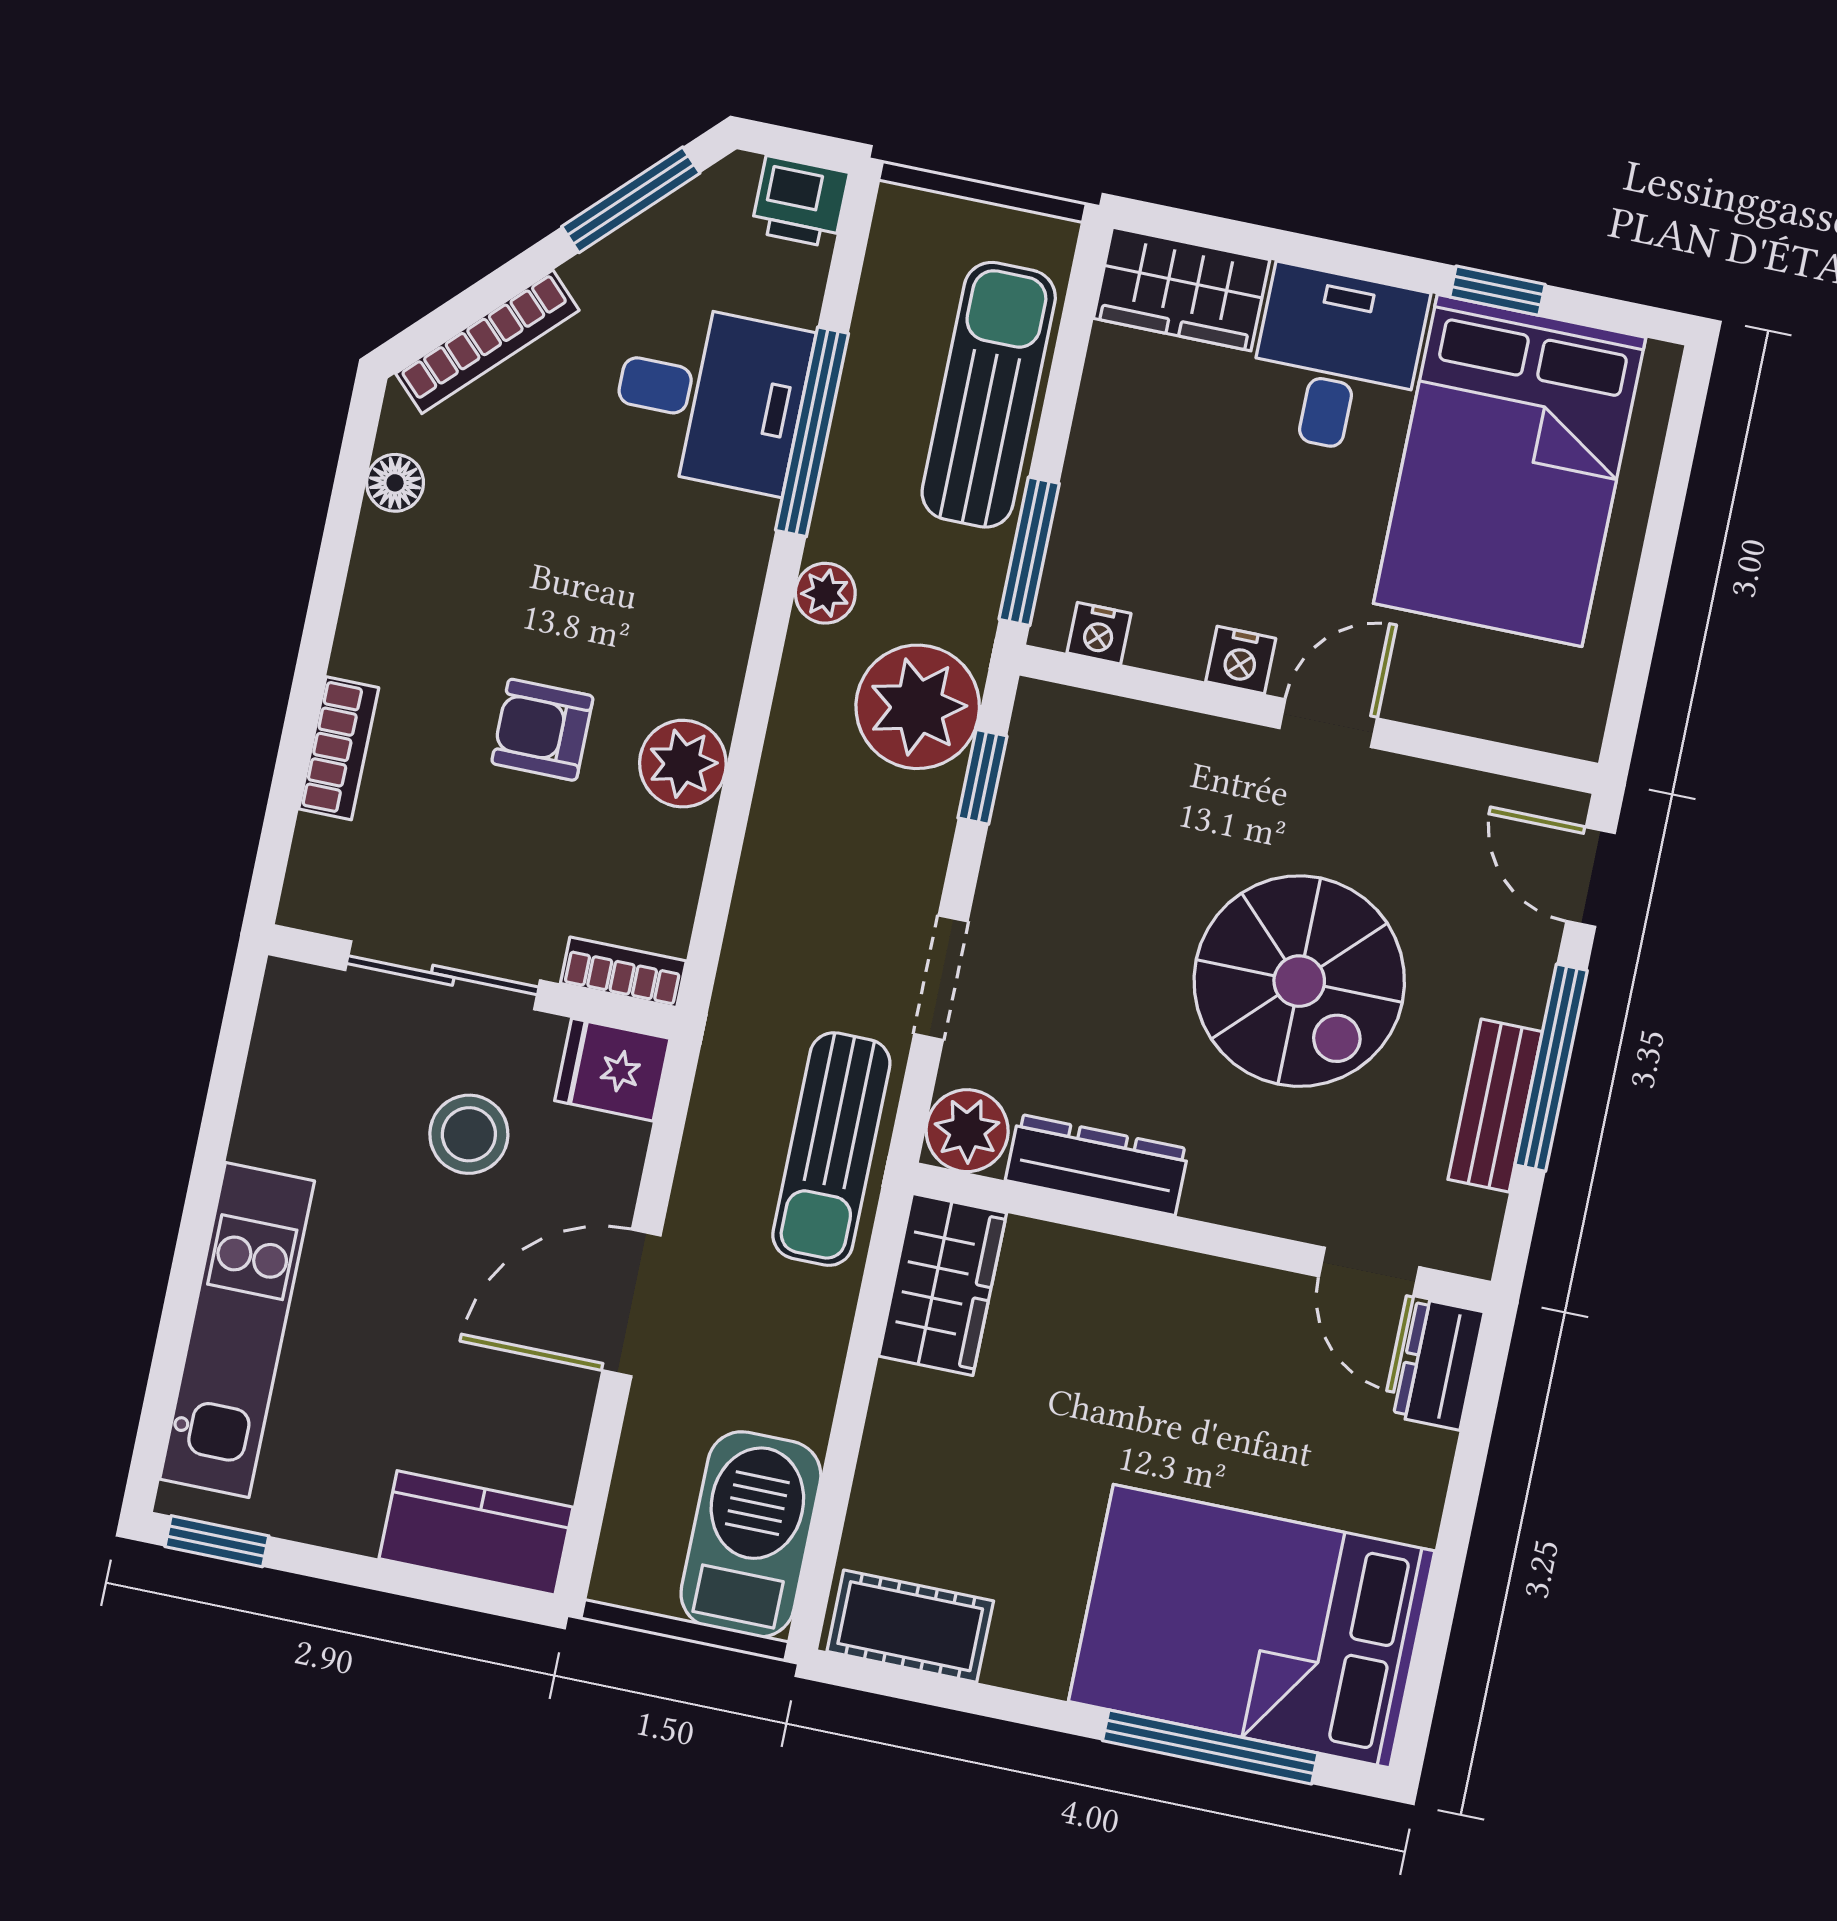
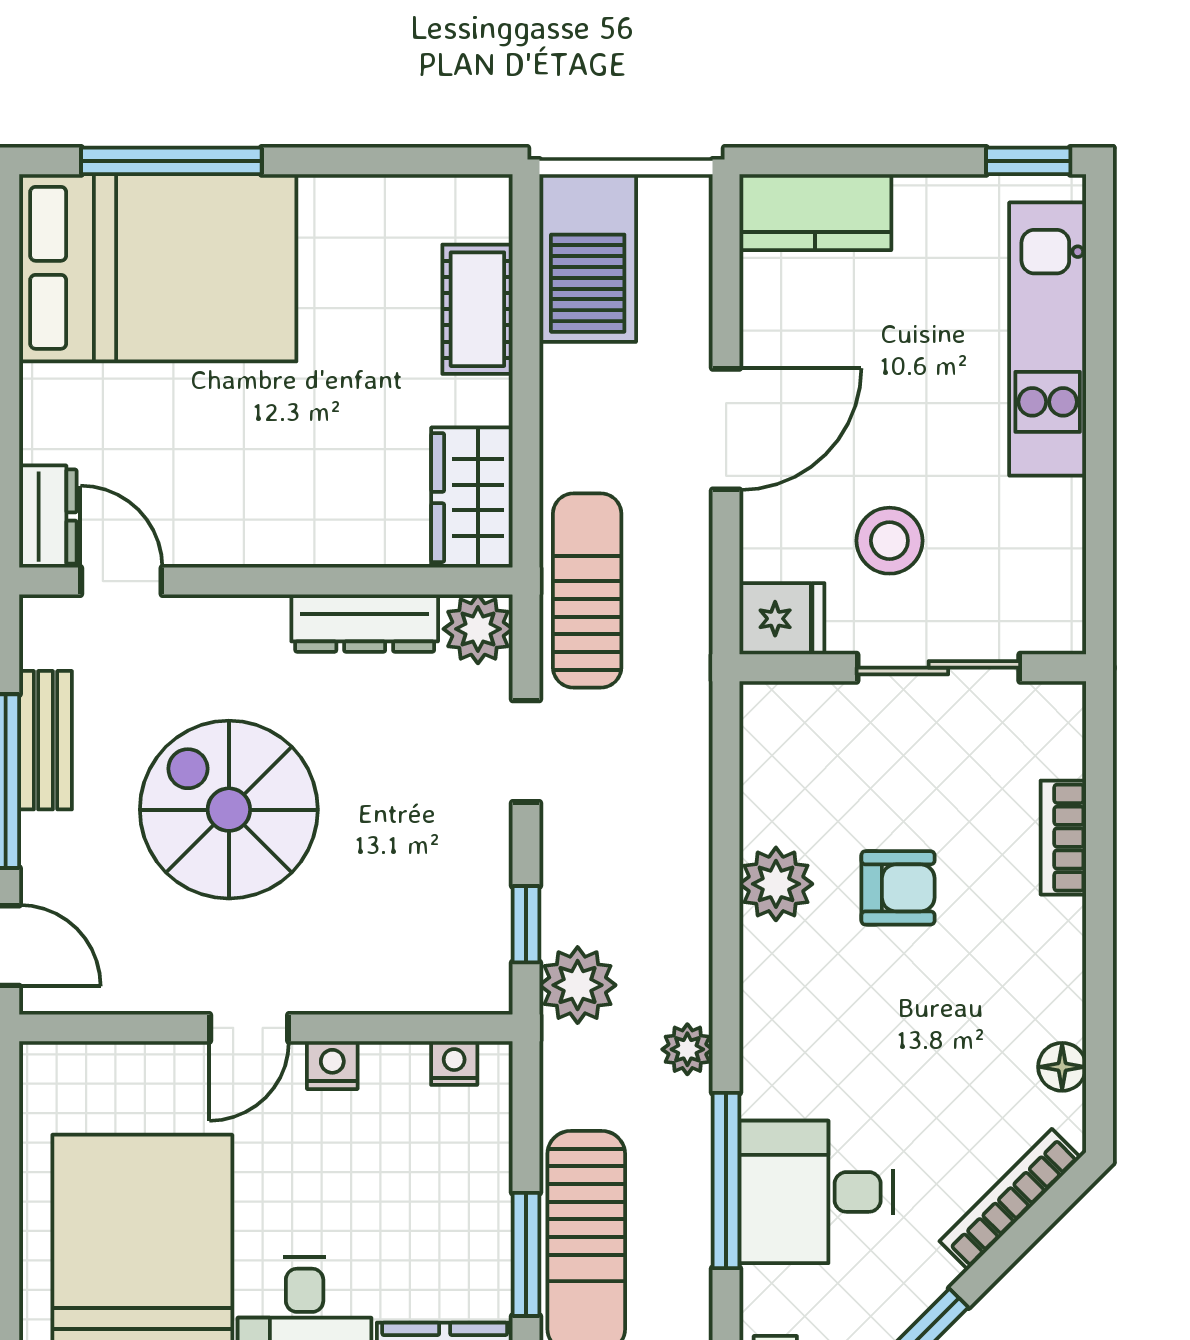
window: (1029, 551) -> (526, 1254), moved
plant: (918, 707) -> (578, 985), width x0.73, depth x0.73
bookcase: (623, 972) -> (790, 701), removed
cot: (910, 1626) -> (477, 309), moved, turned 90

